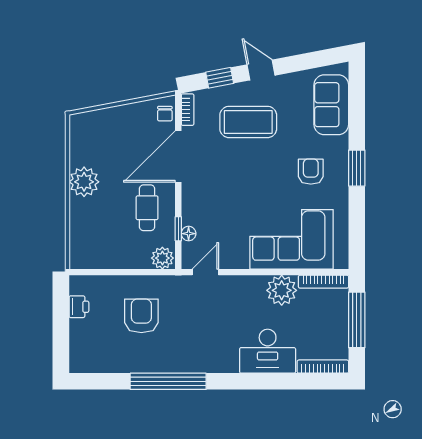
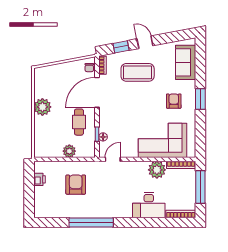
plant: (162, 258) -> (69, 151), moved

